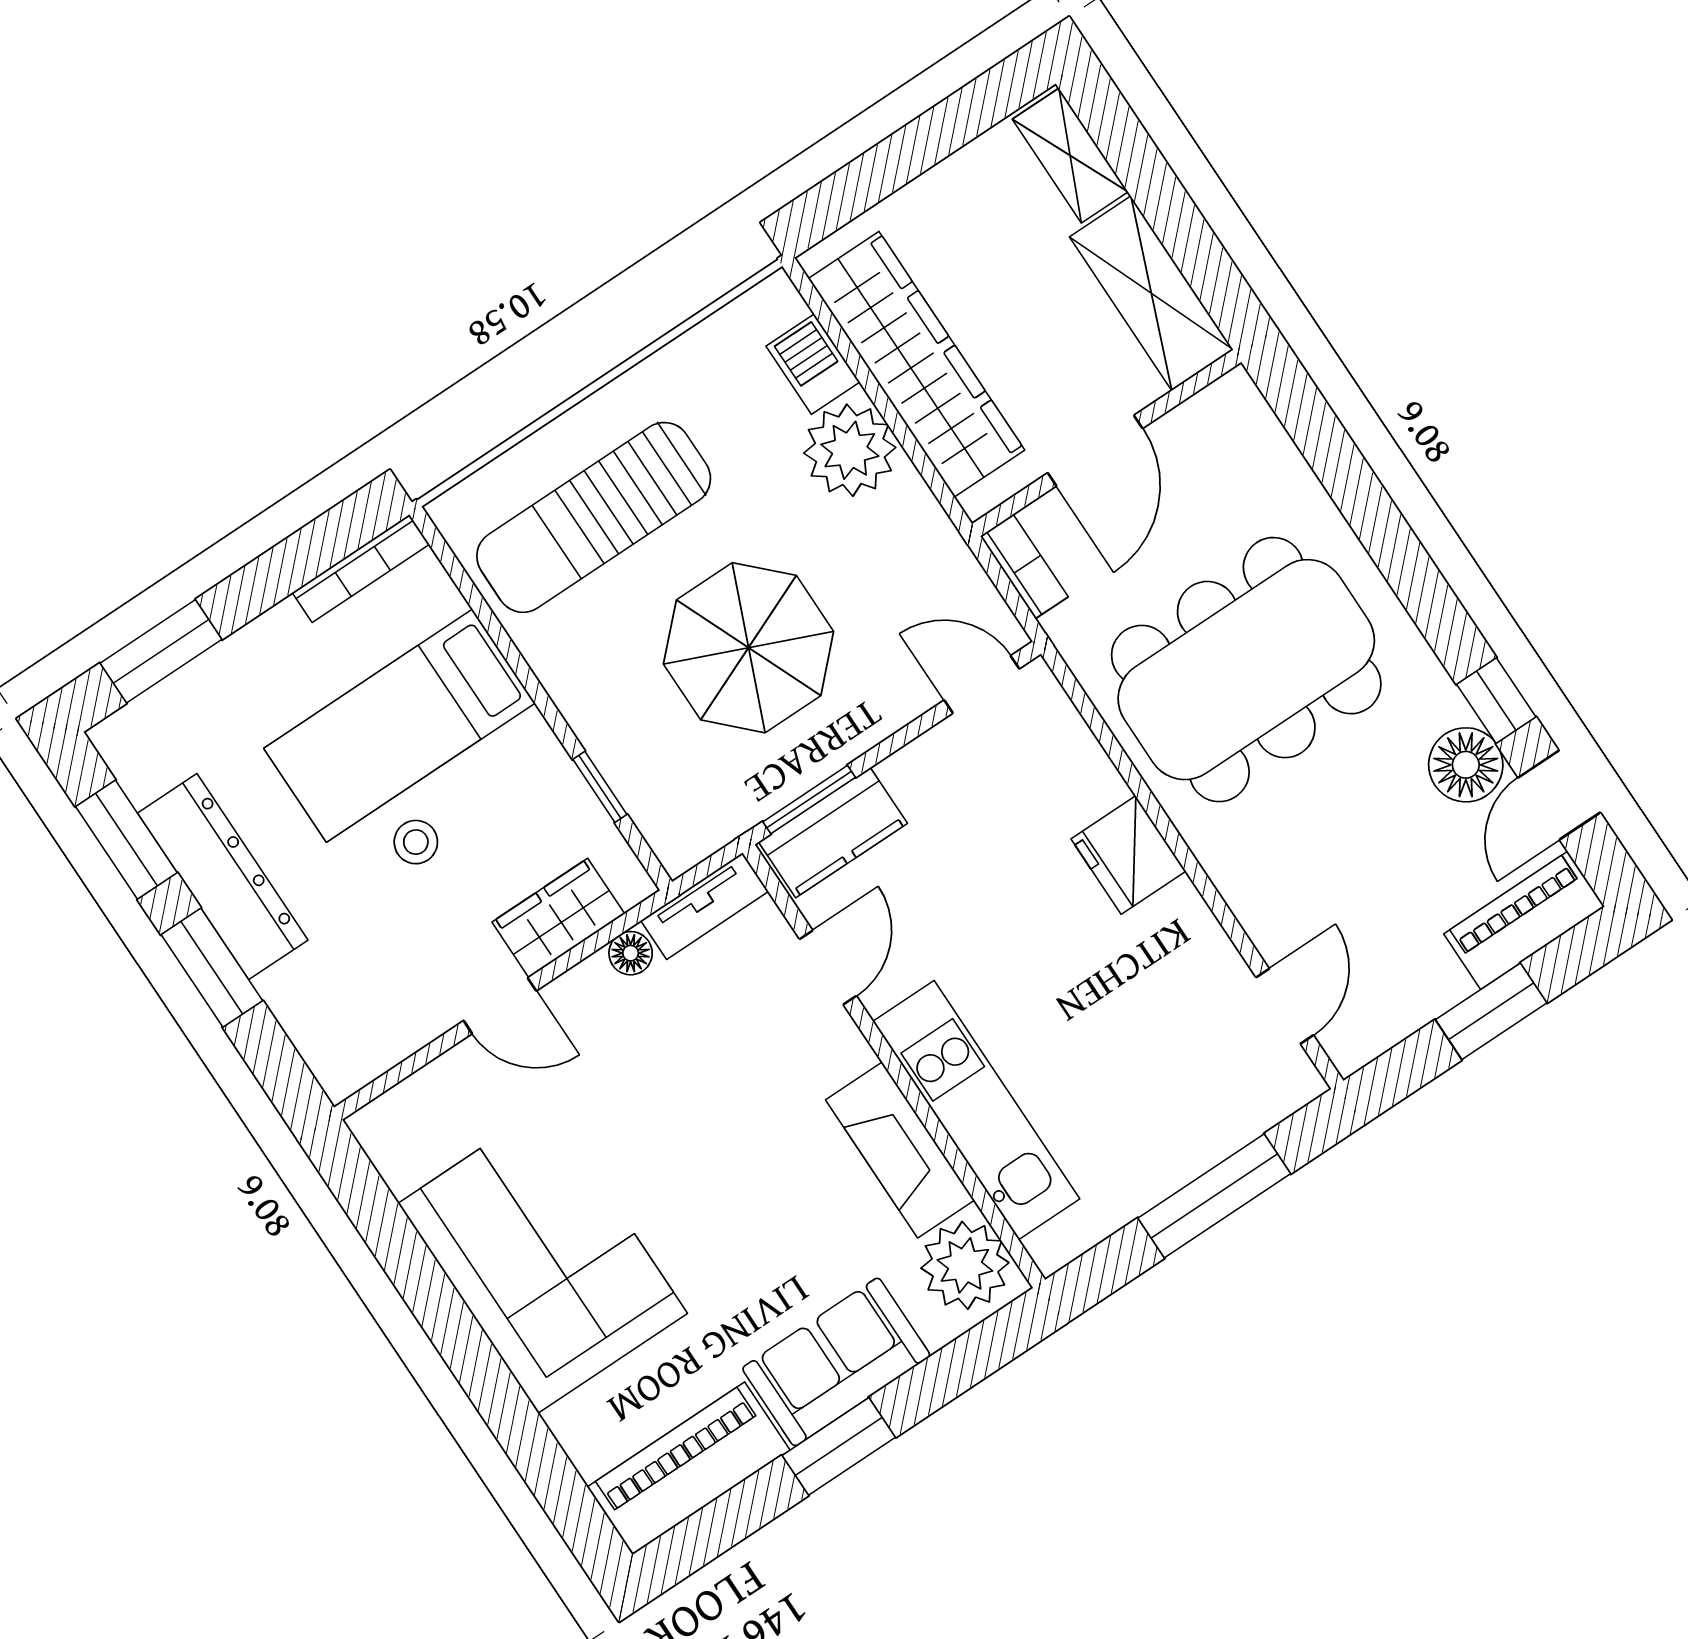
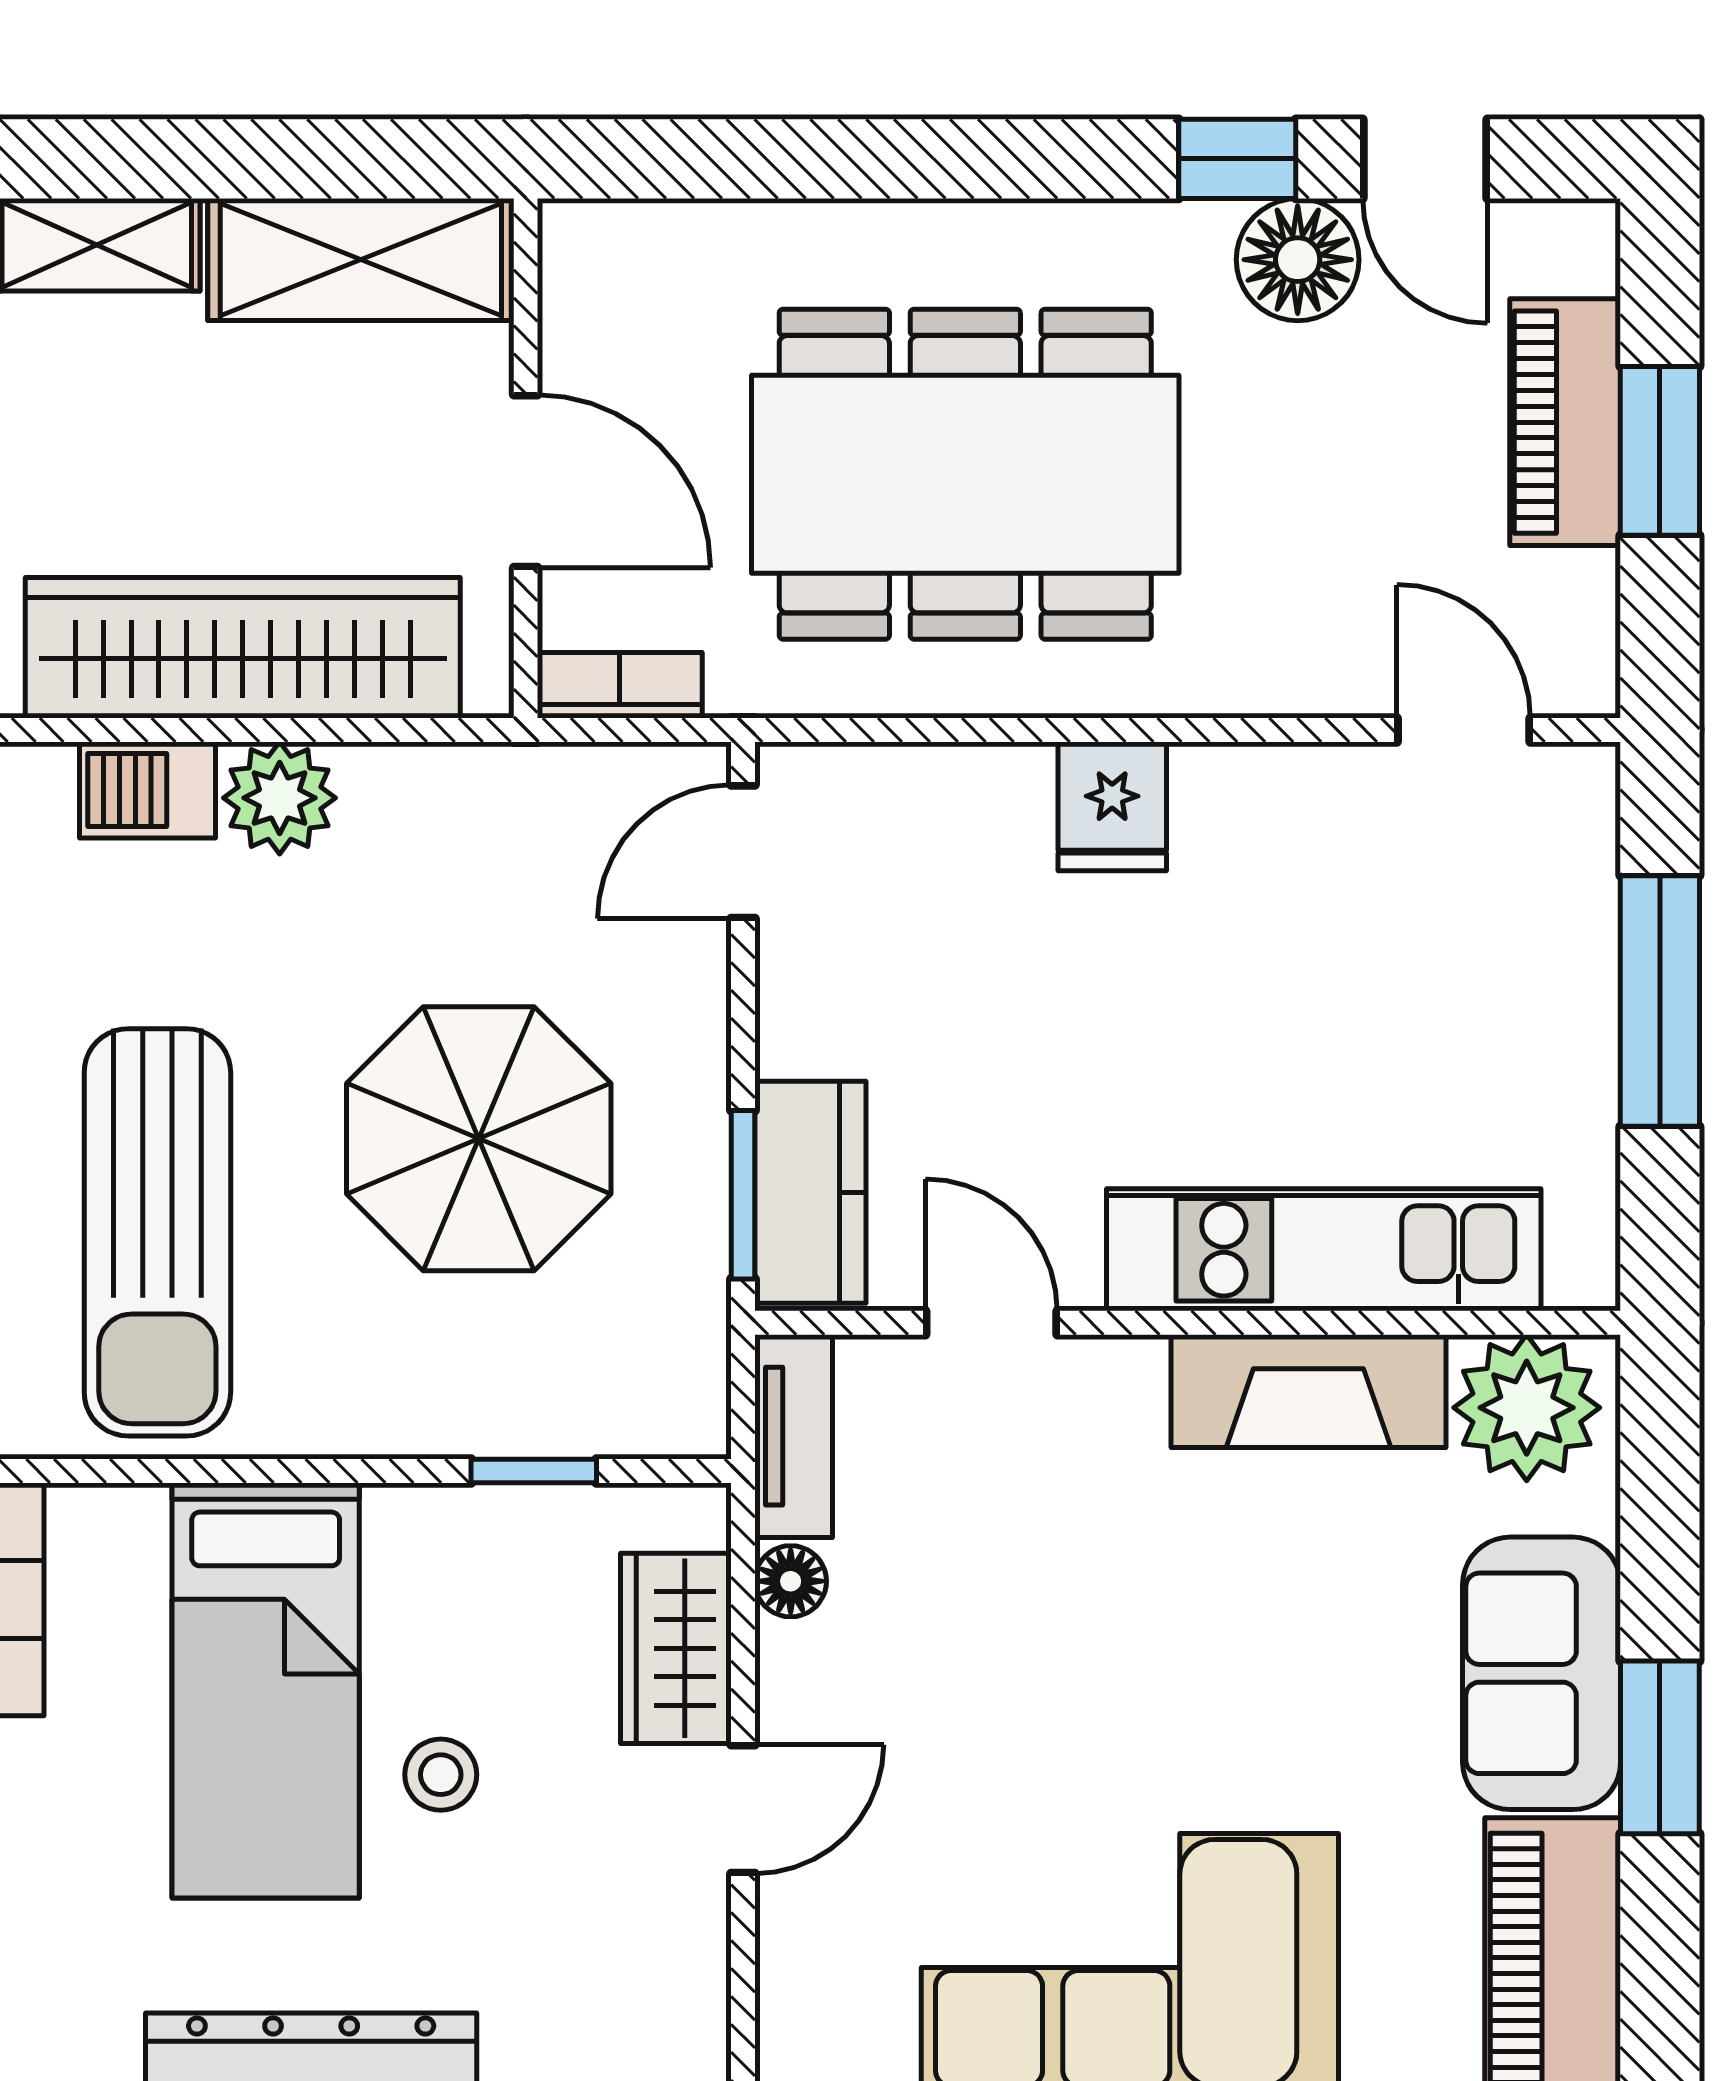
plant: (850, 450) -> (280, 798), width x0.73, depth x0.73
dining table: (1246, 670) -> (965, 474), turned 90
fridge: (1128, 855) -> (1112, 806), width x0.72
piano: (1524, 920) -> (1565, 422), moved

